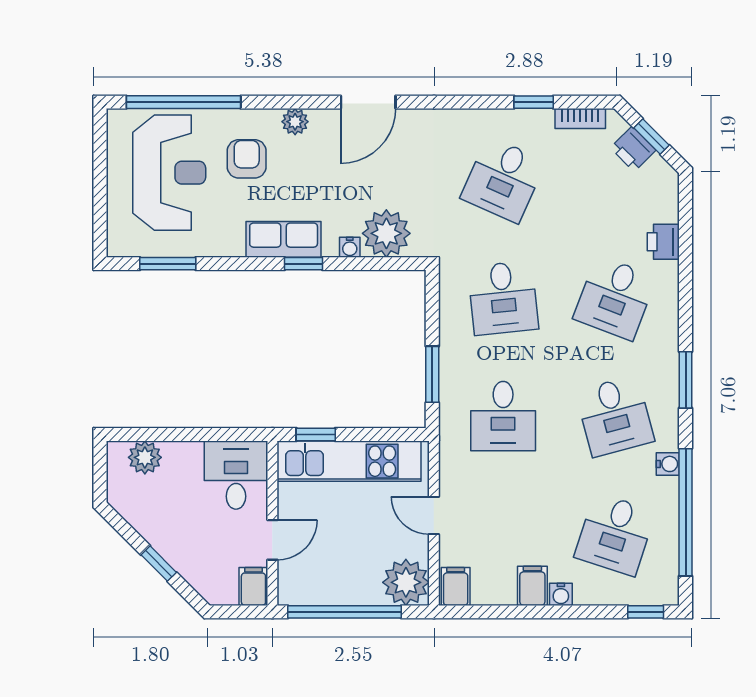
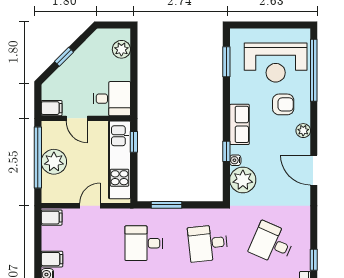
window: (304, 264) -> (226, 151), moved
plant: (406, 582) -> (54, 162), moved

